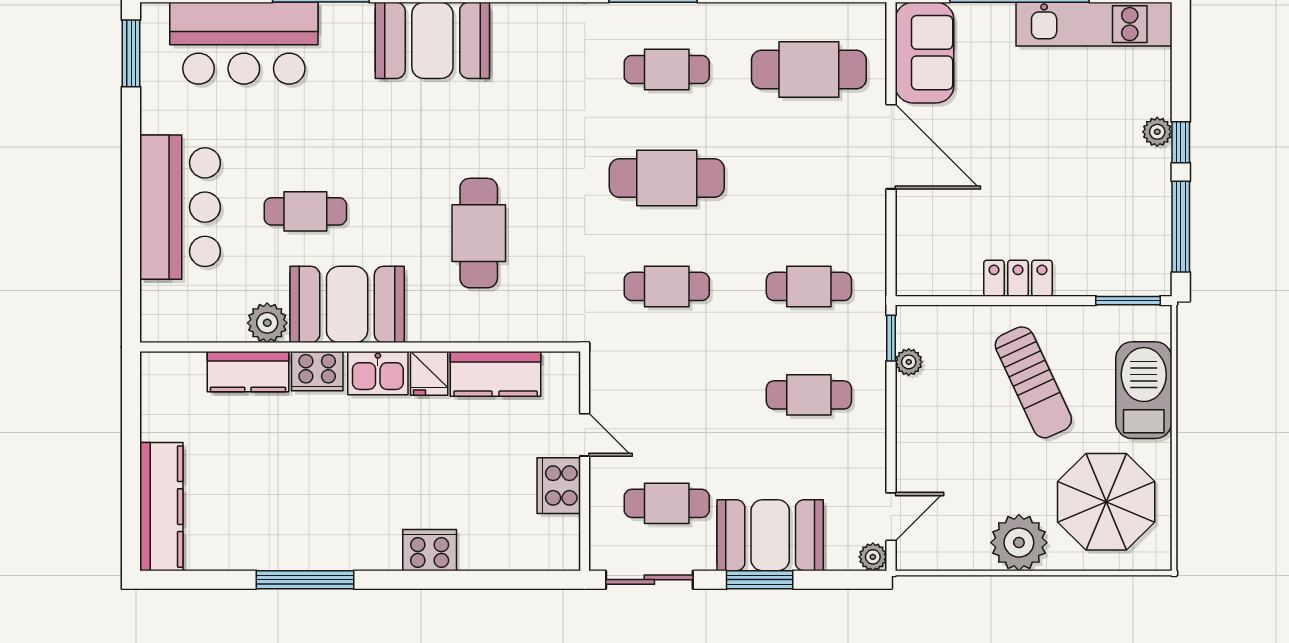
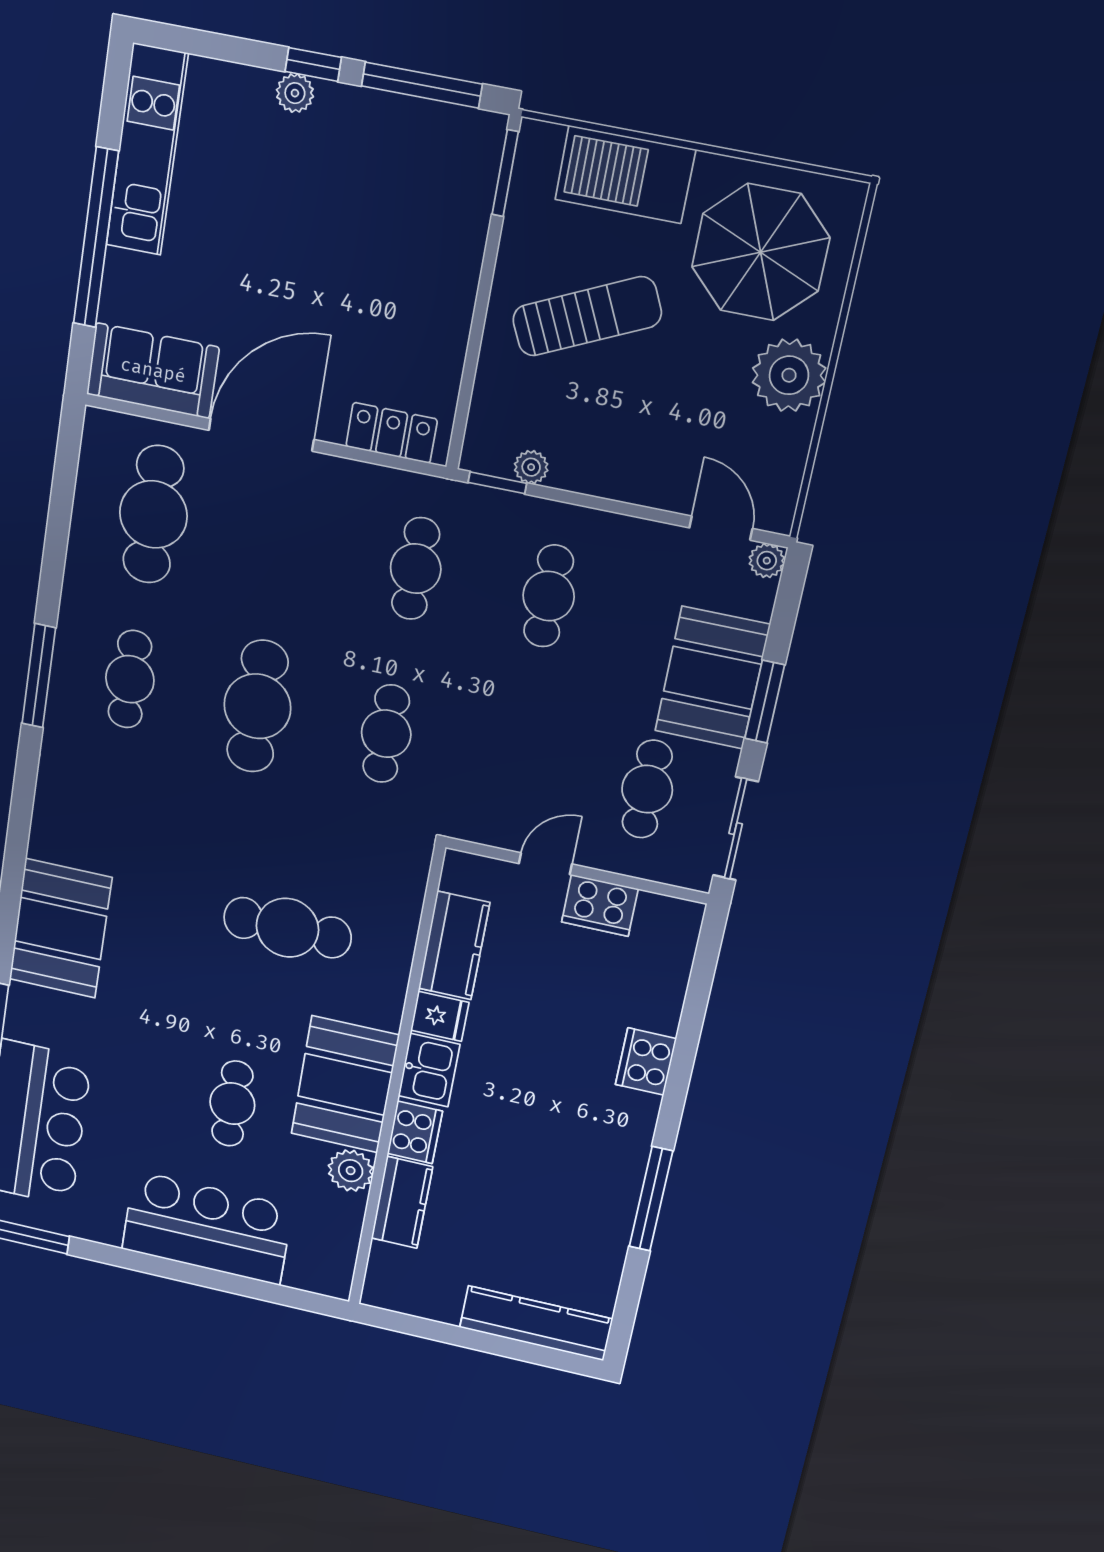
locker: (1018, 278) -> (392, 433), moved, turned 90

